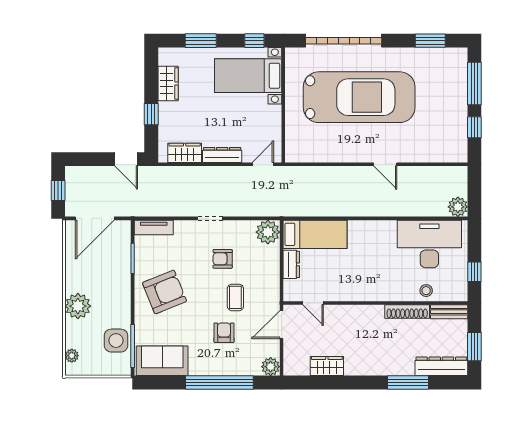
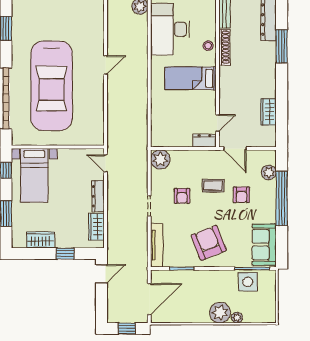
car: (359, 97) -> (52, 86), turned 180
door: (95, 218) -> (149, 299), hinge flipped
tv unit: (154, 227) -> (157, 245), width x1.41
bed: (315, 234) -> (190, 78), moved, turned -90
dresser: (291, 264) -> (205, 141), moved
stool: (426, 291) -> (208, 46), moved
armchair: (224, 333) -> (241, 195), turned -90
plant: (72, 356) -> (237, 318), moved
plant: (271, 367) -> (269, 172), moved

